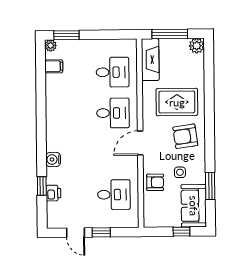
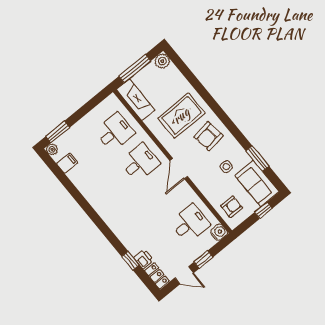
water cooler: (53, 160) -> (219, 232), moved, turned 180
armchair: (155, 182) -> (232, 207), moved
locker: (53, 215) -> (157, 276), added

